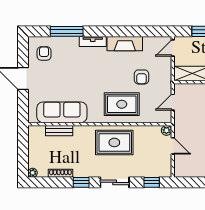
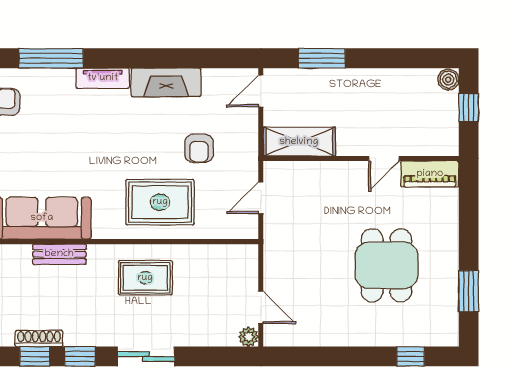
plant: (166, 130) -> (248, 337), moved
bench: (59, 131) -> (59, 254), moved
rug: (114, 142) -> (145, 278), width x0.73, depth x0.70
door: (173, 146) -> (261, 308), moved
window: (152, 182) -> (35, 356), moved

